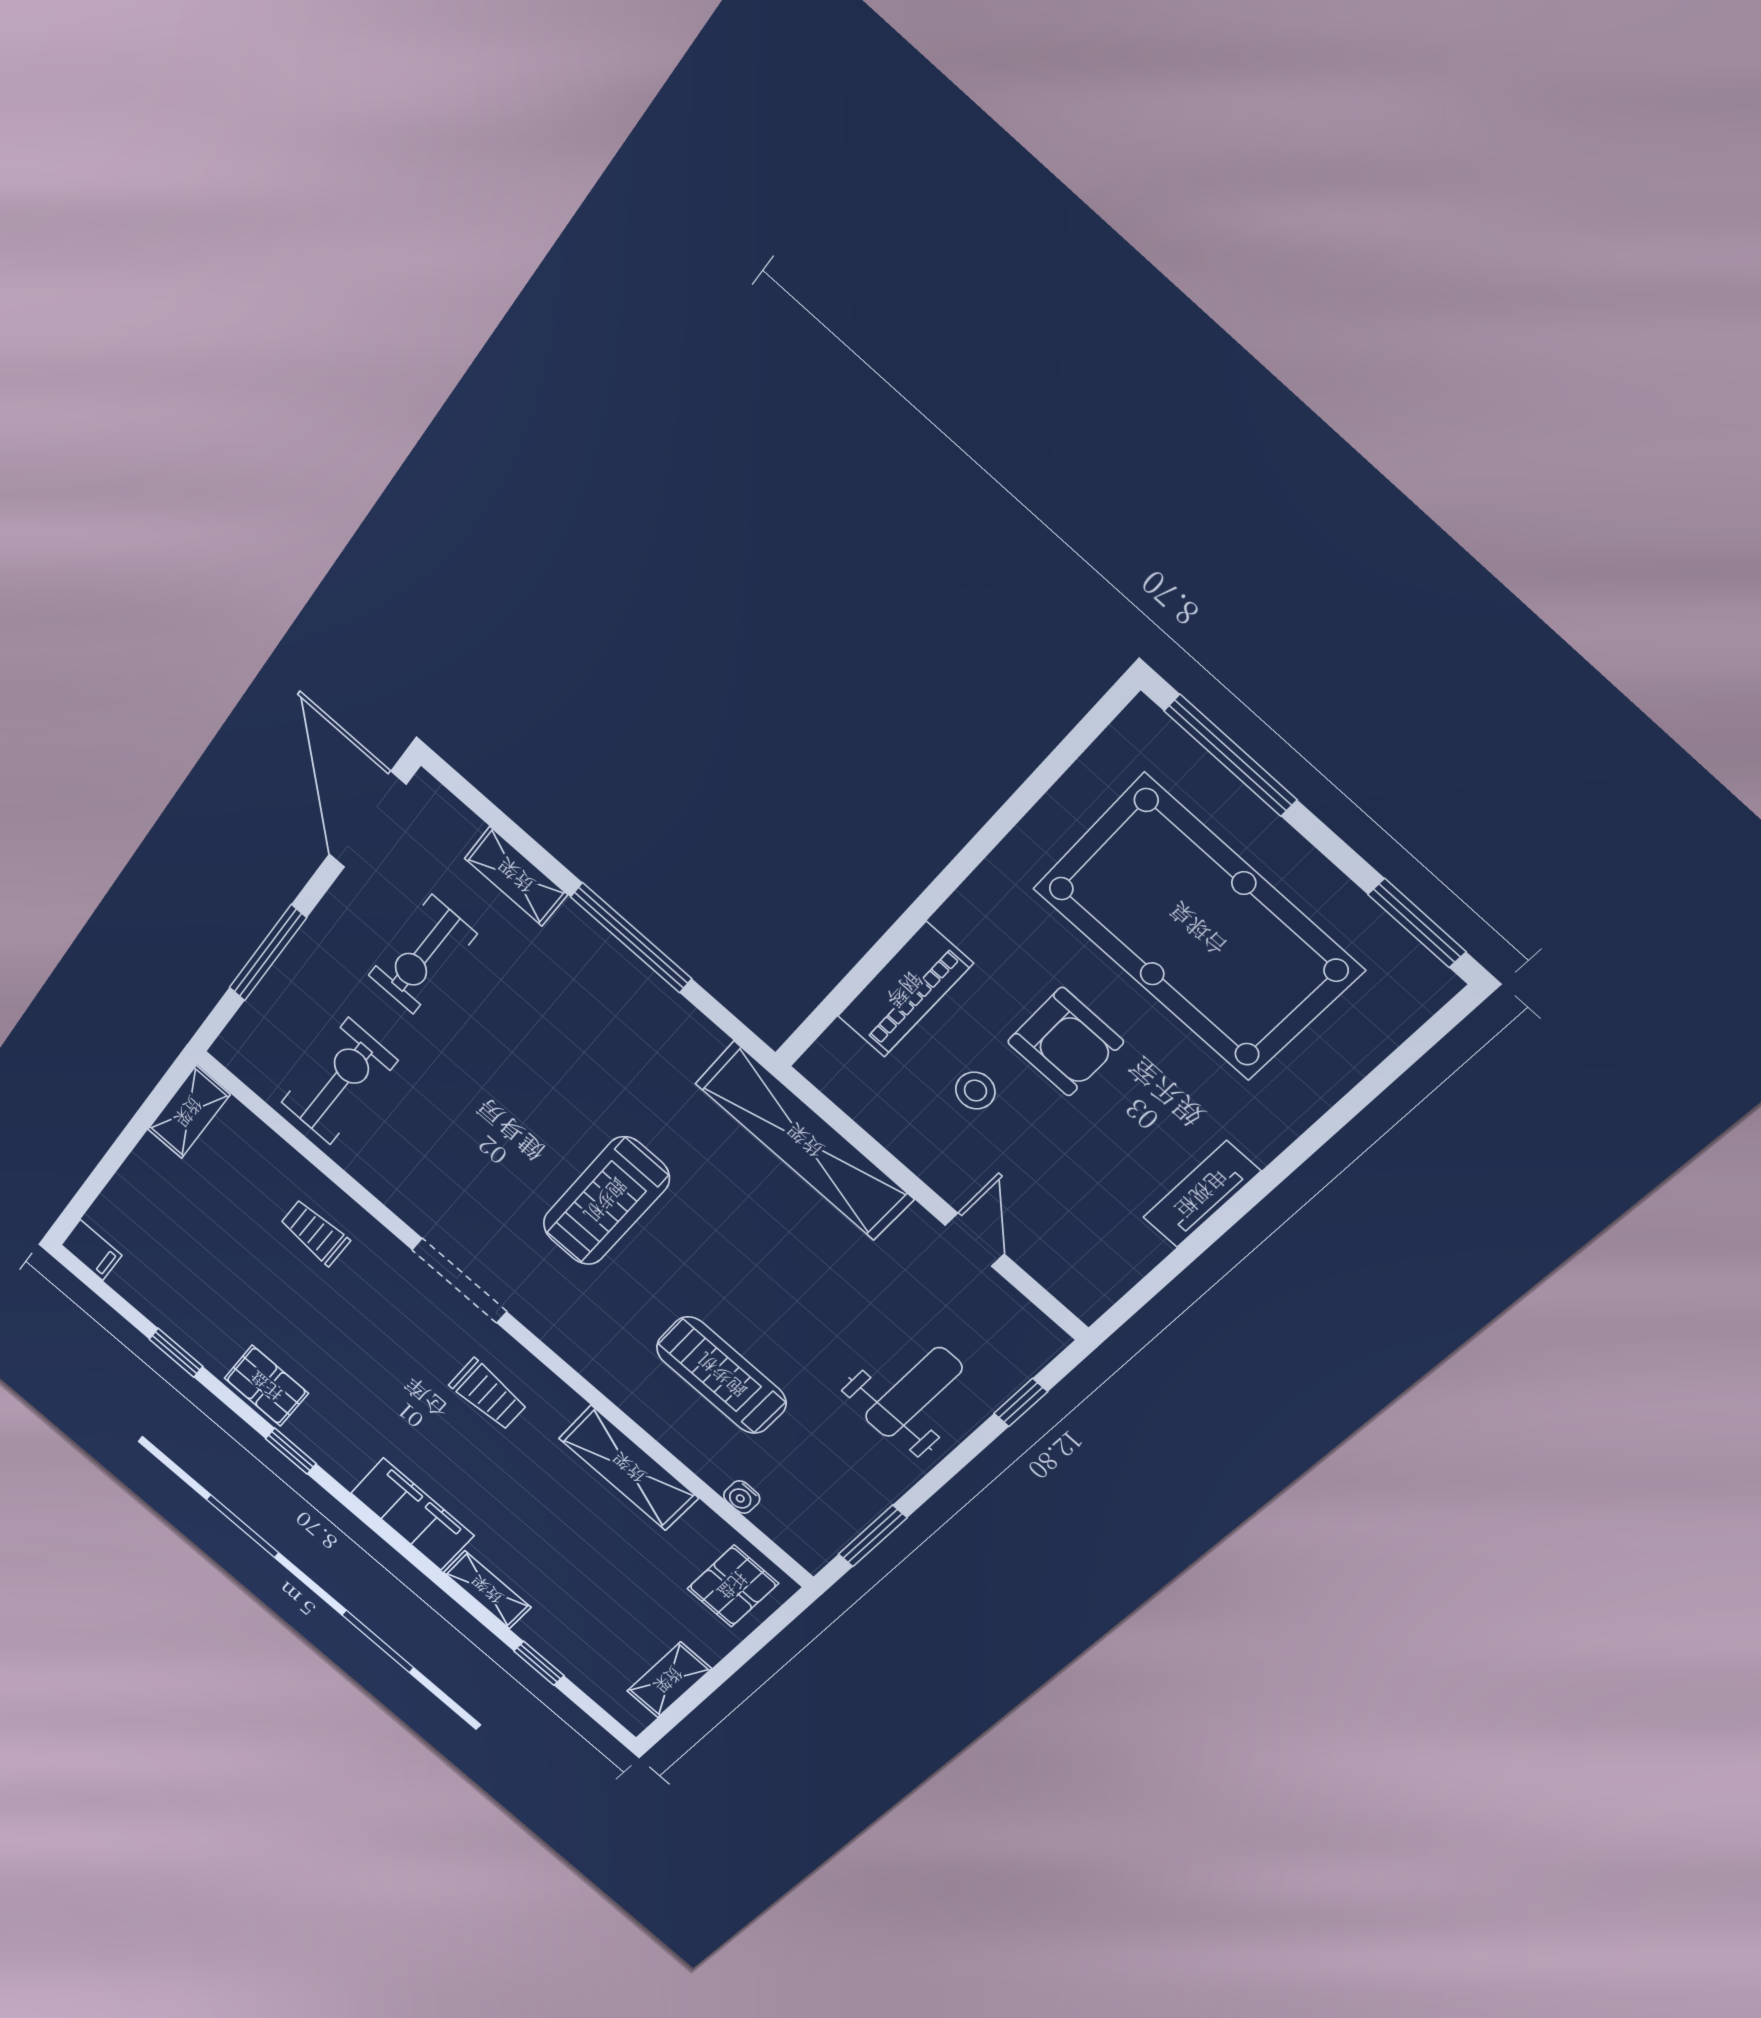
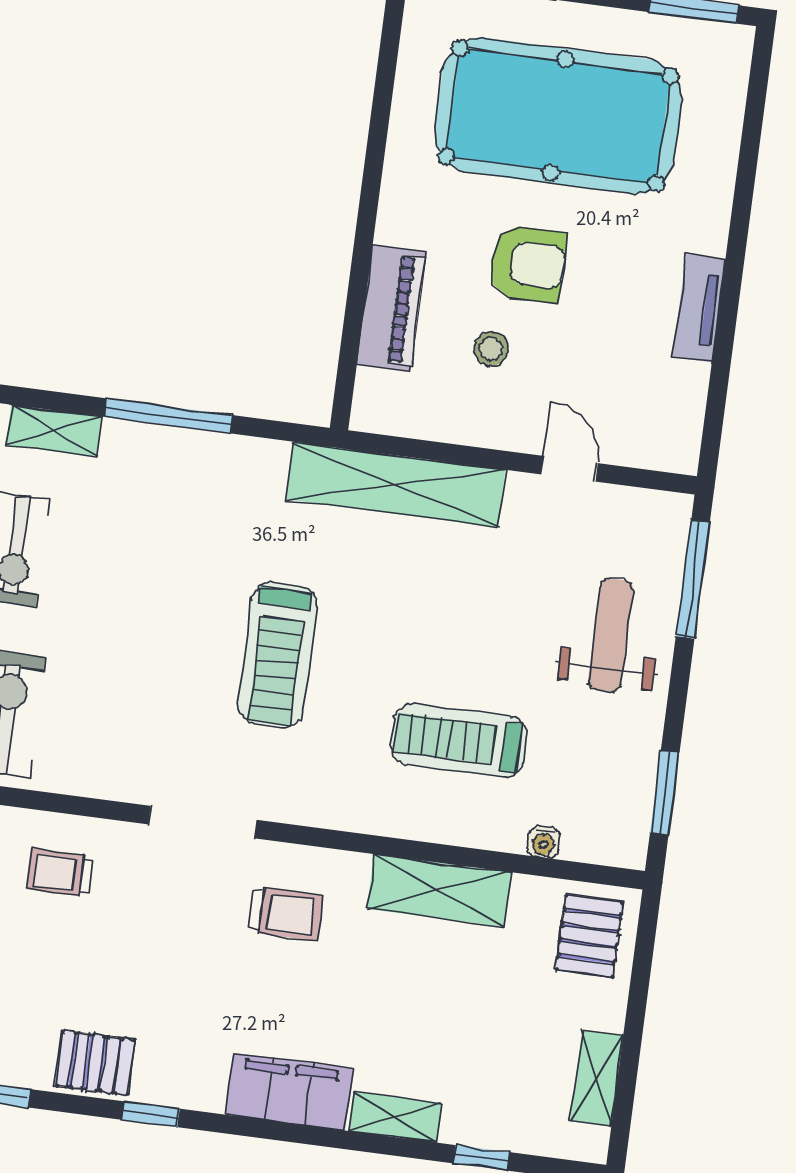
window: (1021, 1402) -> (693, 579), width x2.17

